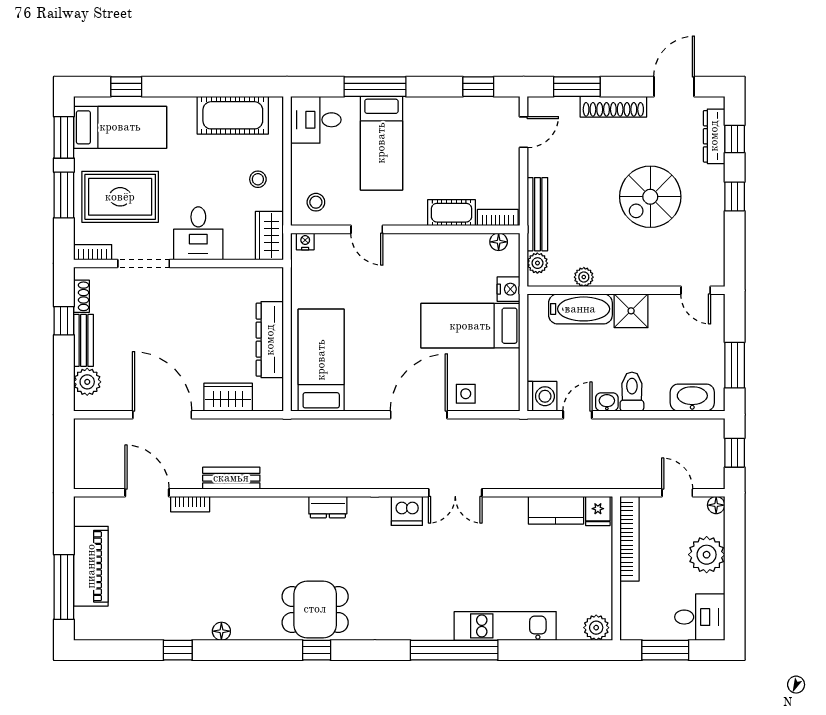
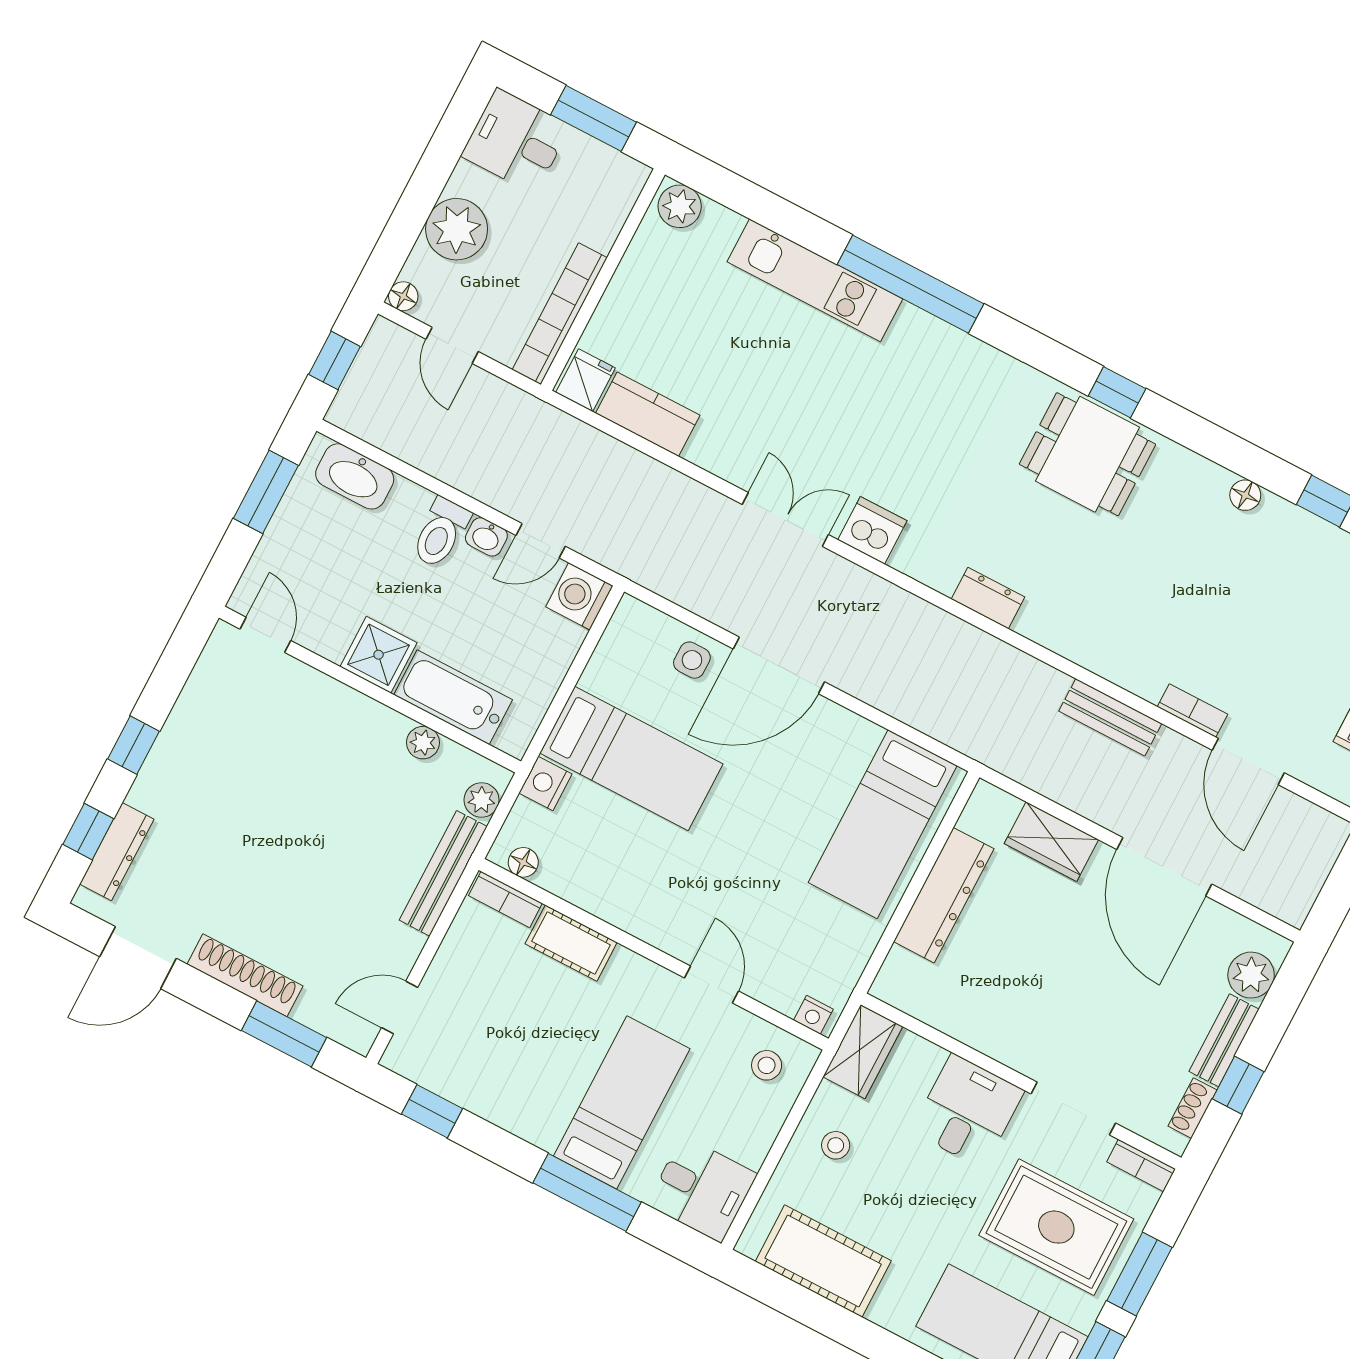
spiral stairs: (650, 197) -> (260, 811), removed

